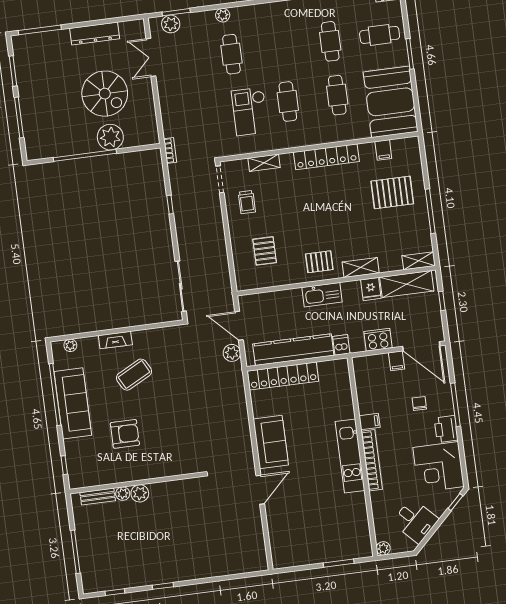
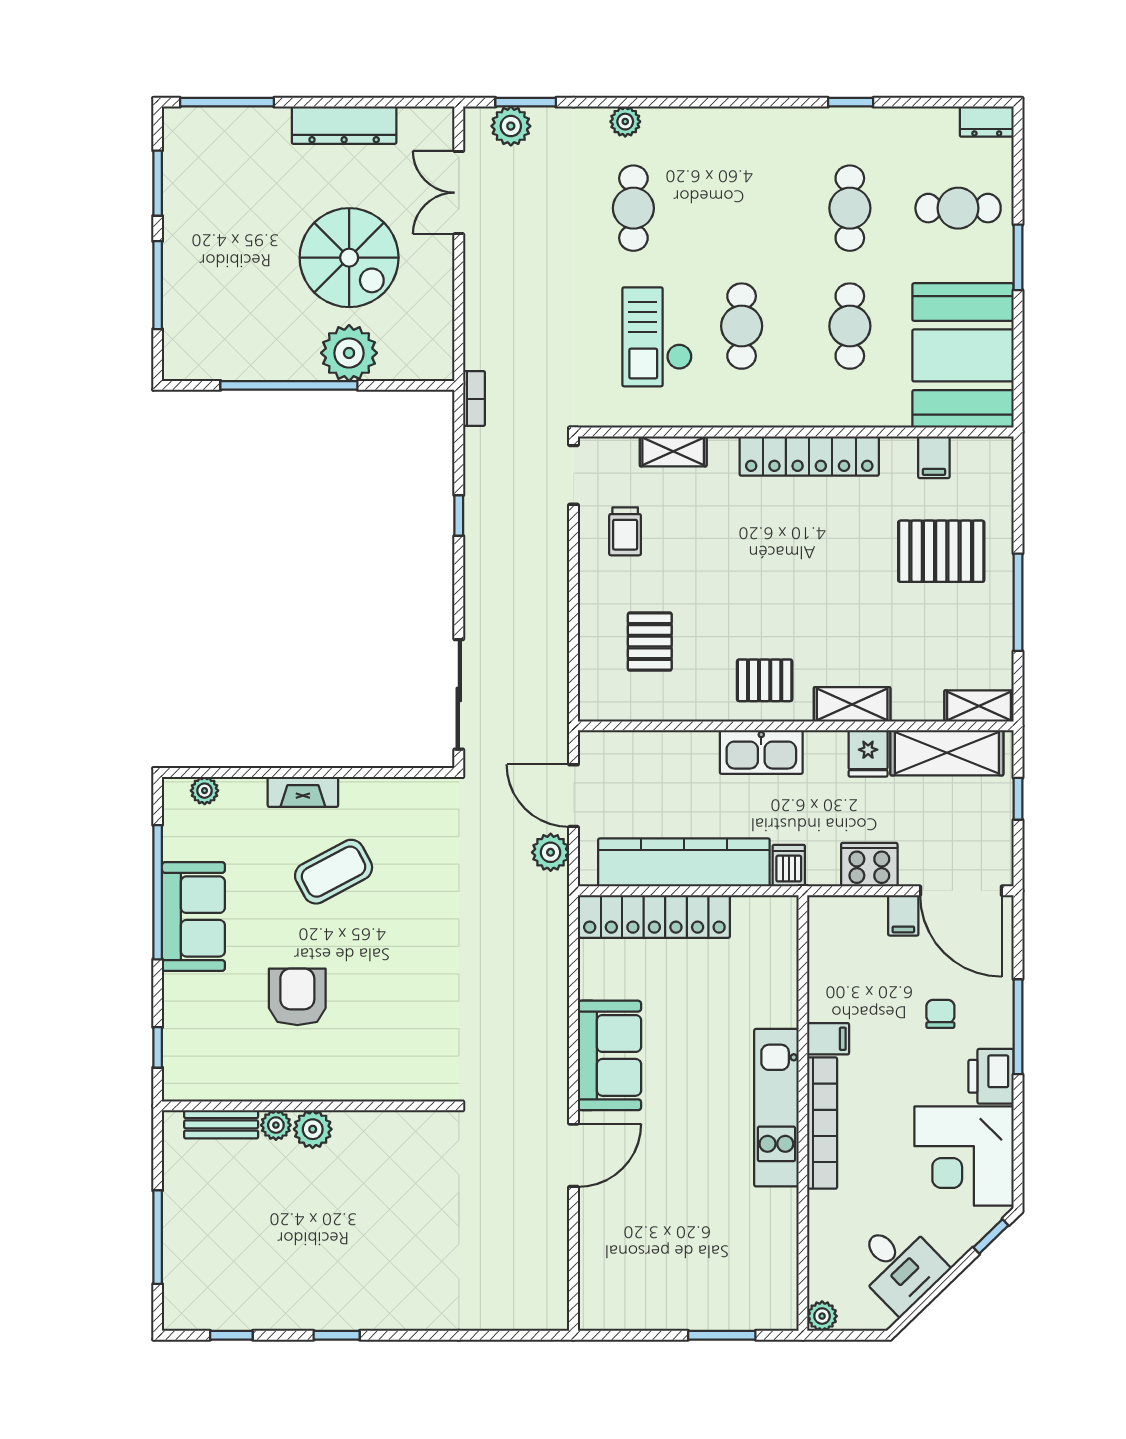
sofa: (73, 403) -> (193, 916), width x0.73
armchair: (125, 434) -> (297, 997), turned -90

